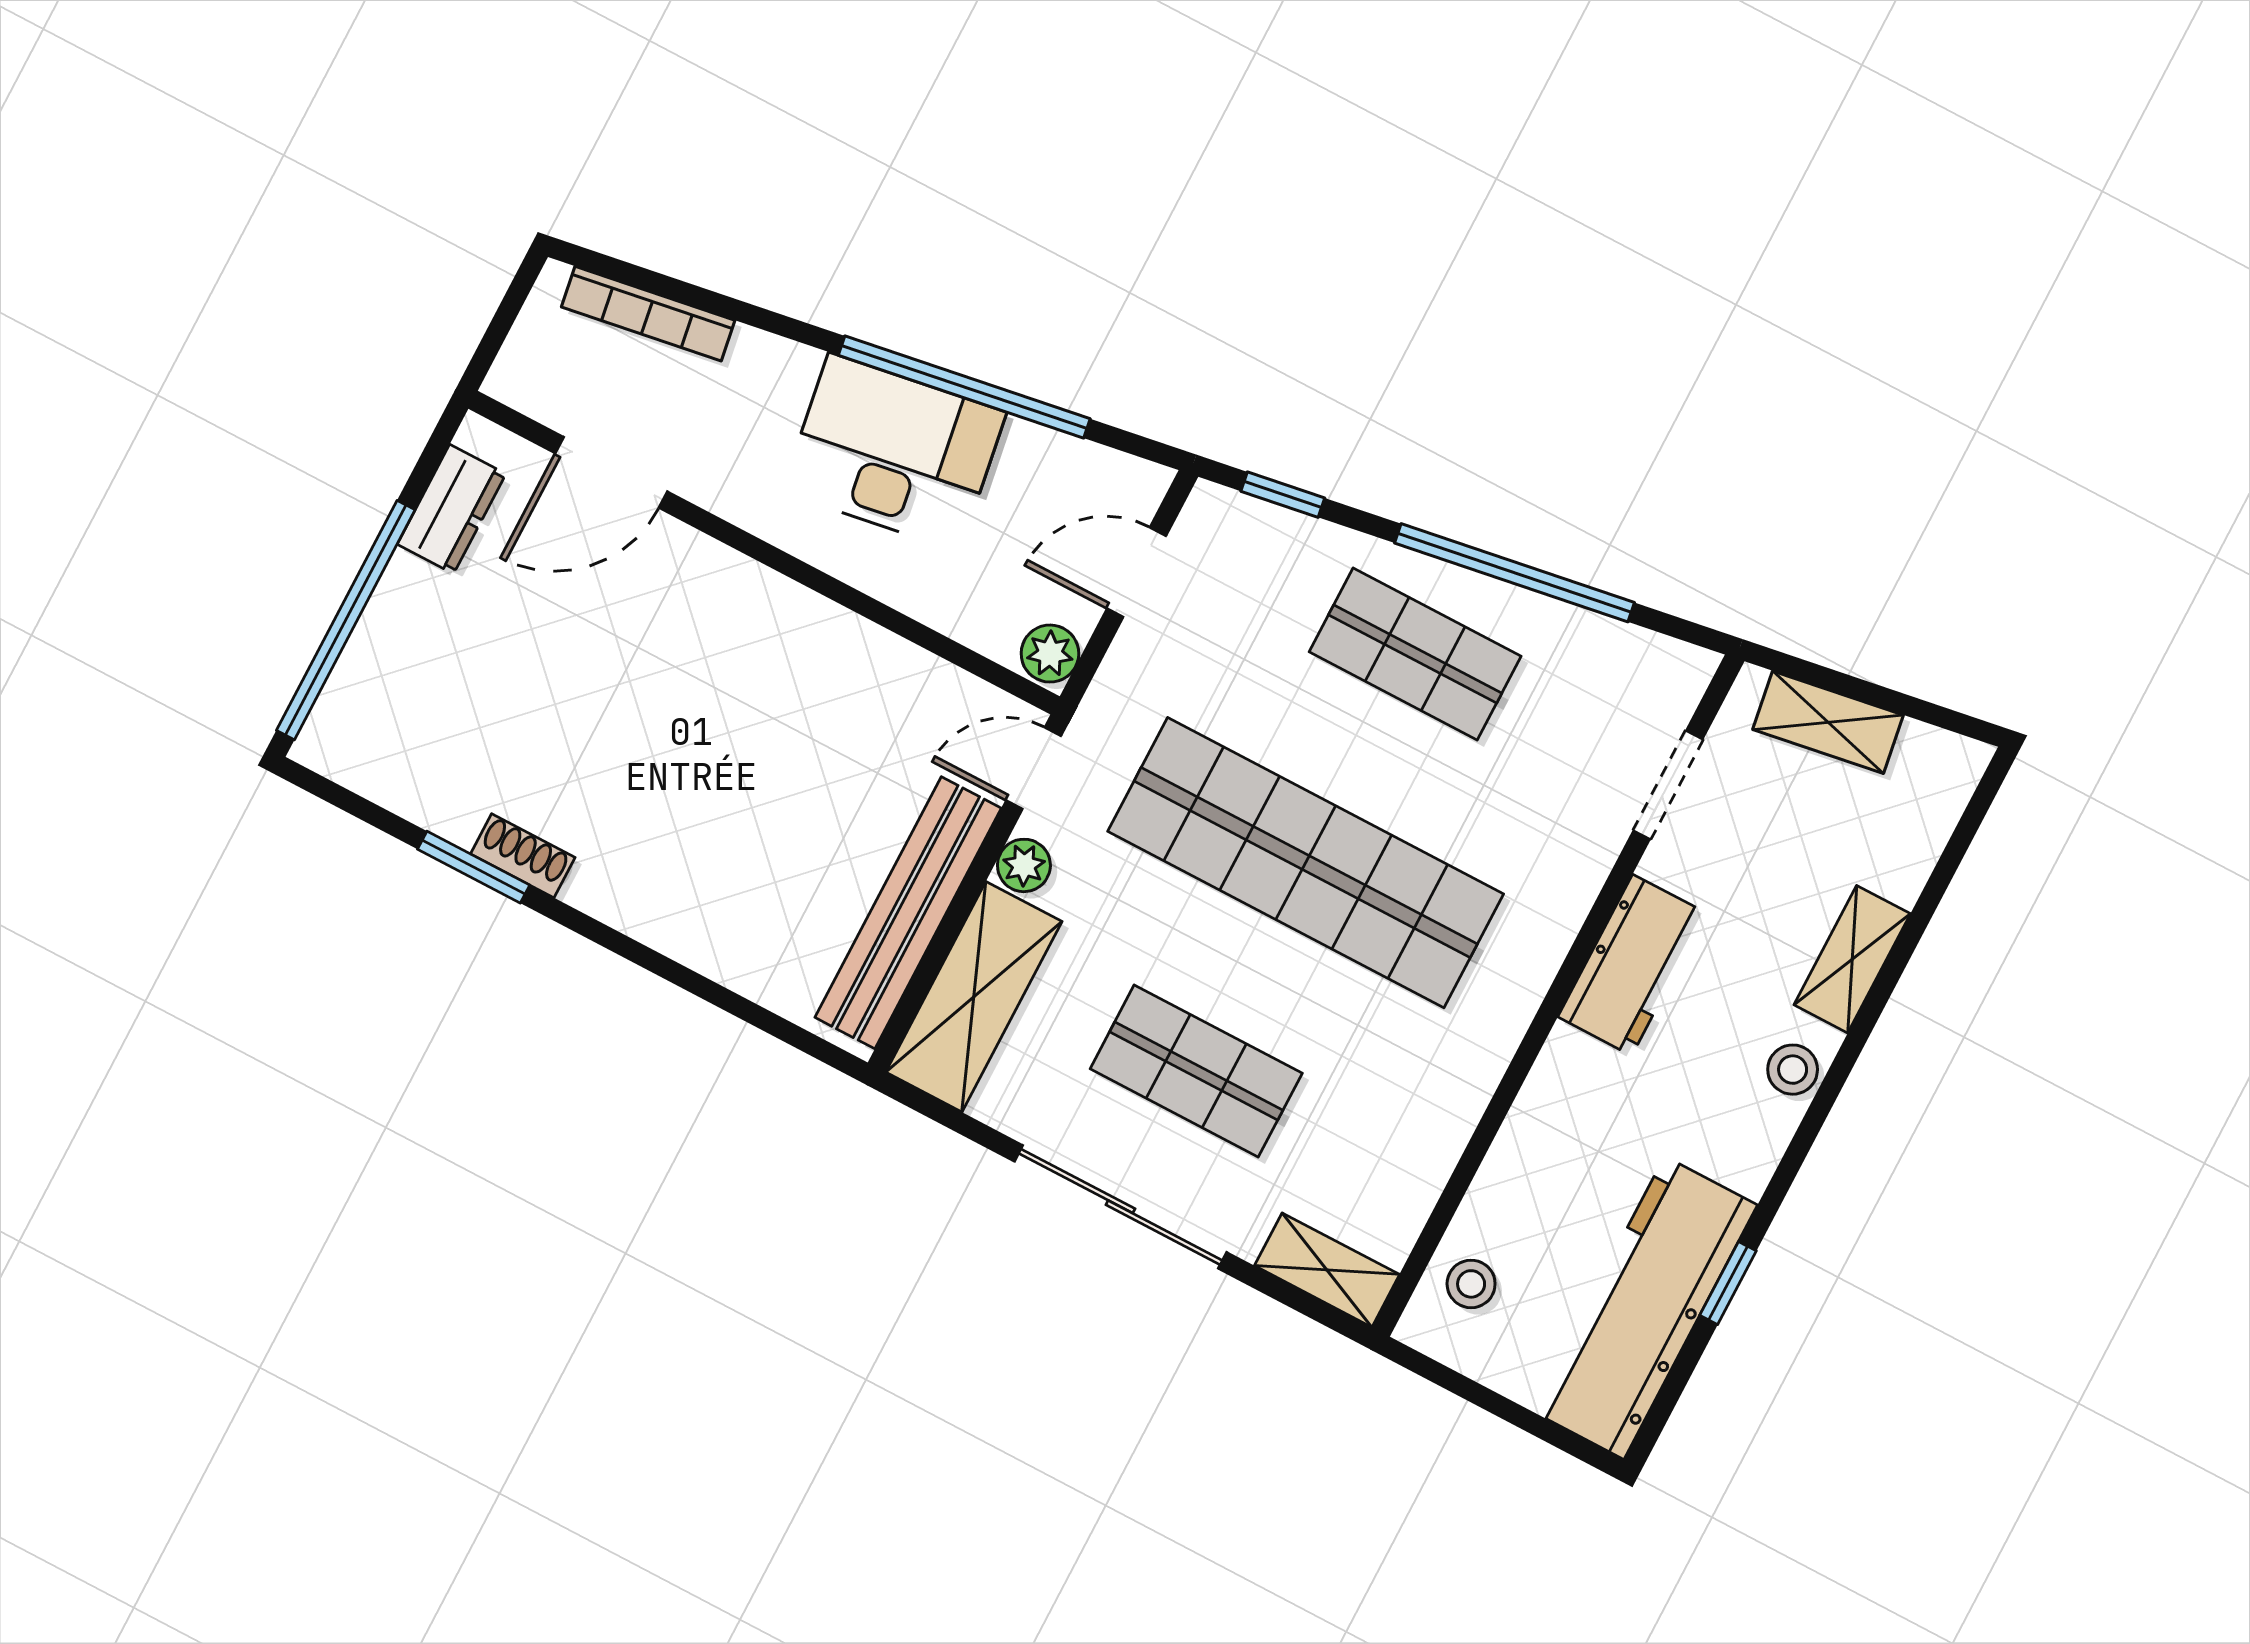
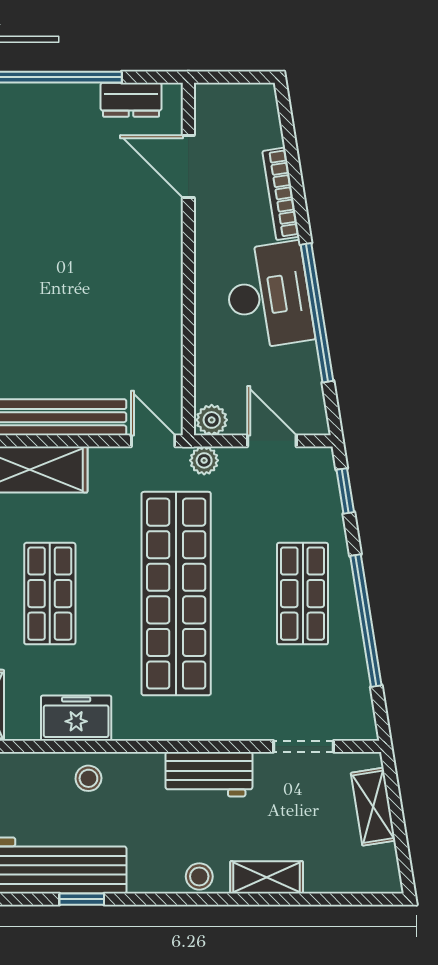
bookcase: (648, 314) -> (281, 194), moved
plant: (1024, 865) -> (204, 460), moved
freezer: (1424, 1135) -> (76, 718), added
stool: (1471, 1284) -> (88, 778), moved

